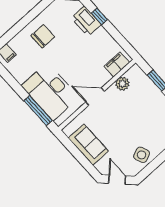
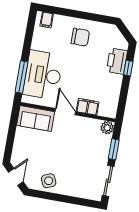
filing cabinet: (117, 64) -> (88, 107), moved
plant: (122, 84) -> (107, 128), moved
sofa: (88, 145) -> (36, 119), moved, turned 90

